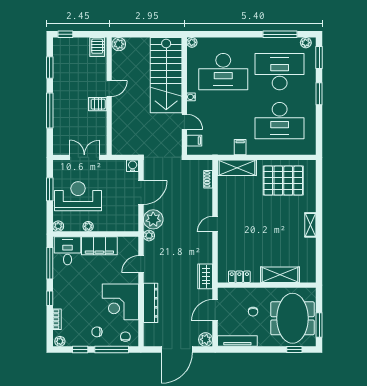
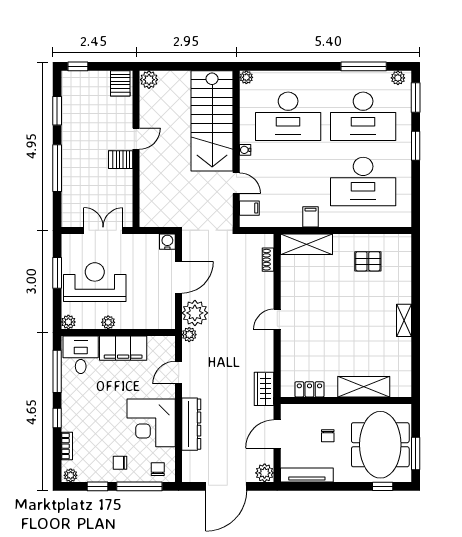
desk: (280, 72) -> (363, 116), turned 180
pallet: (283, 181) -> (368, 261), width x0.49, depth x0.50

